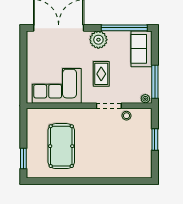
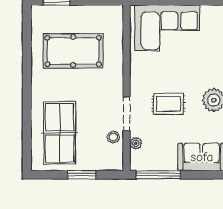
corner sofa: (57, 86) -> (167, 28), moved, turned 90
plant: (145, 99) -> (136, 143), moved
table tennis table: (123, 156) -> (60, 133), added

